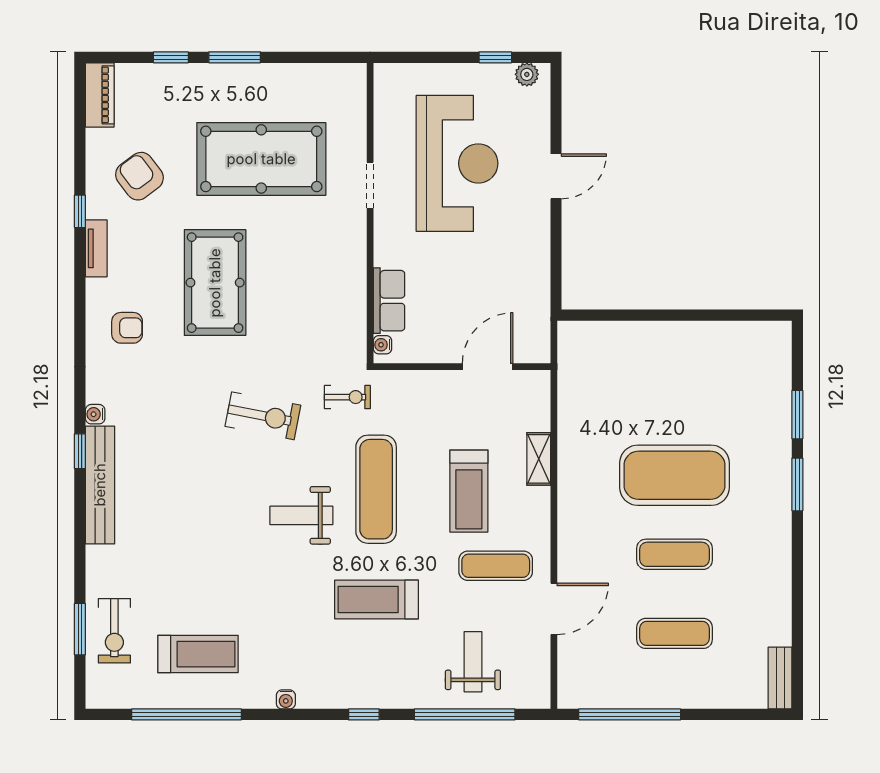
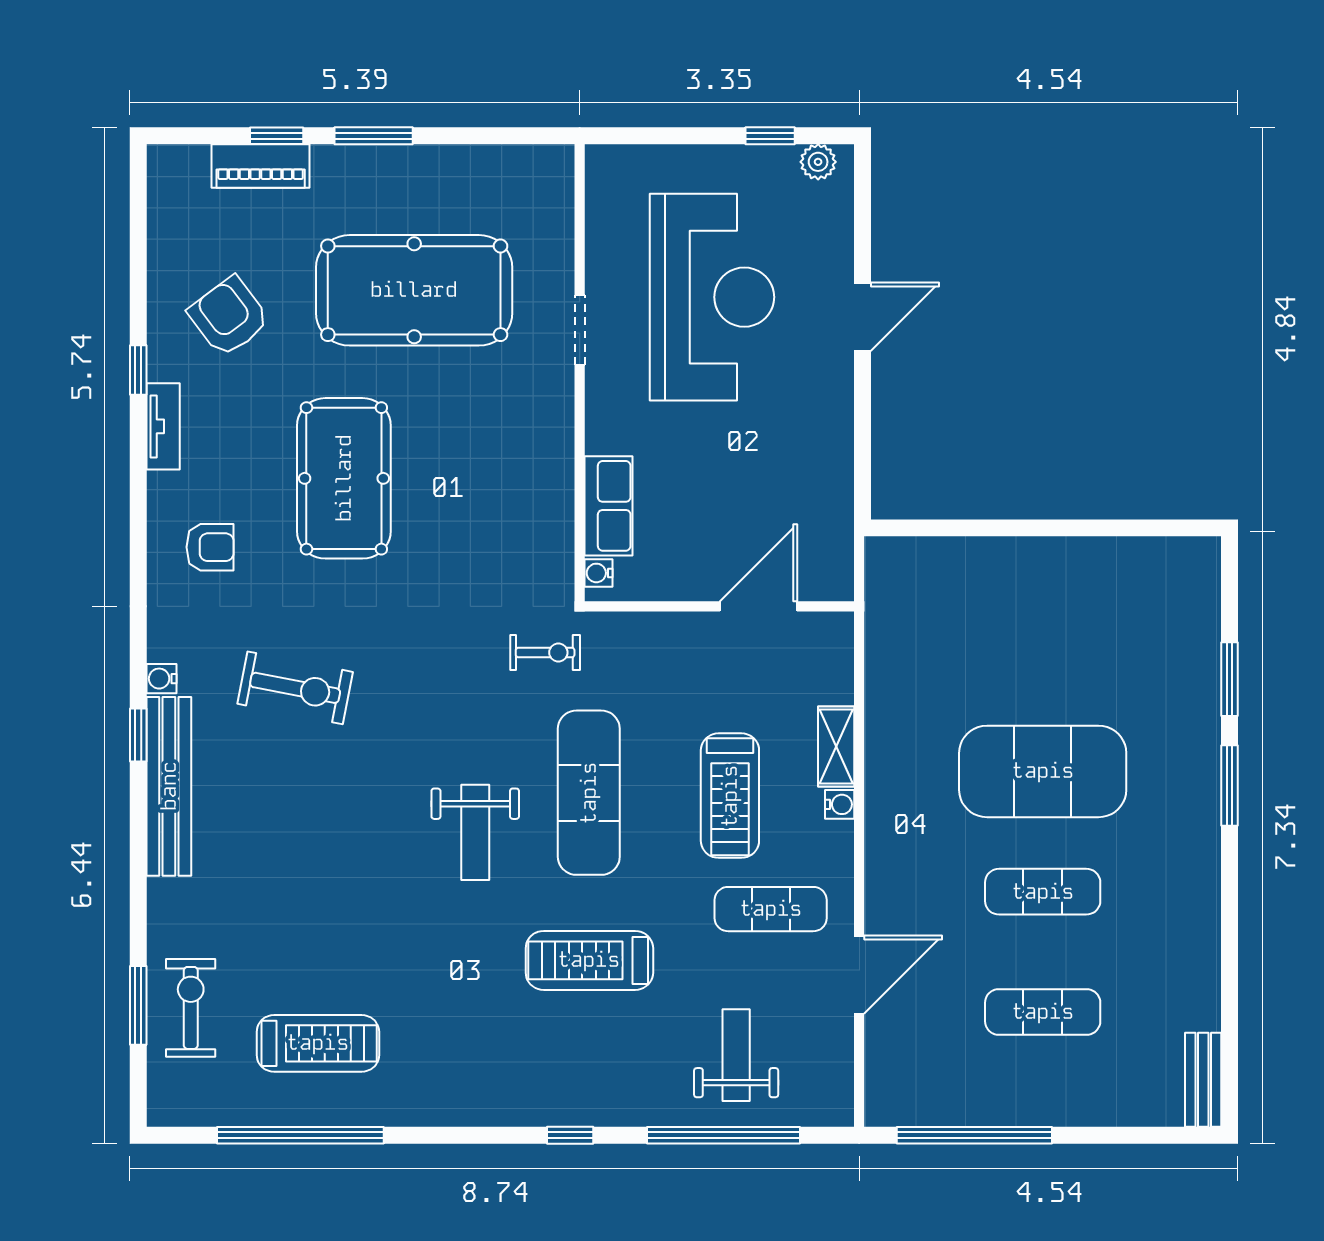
piano: (100, 95) -> (261, 166), moved, turned 90
exercise bike: (263, 416) -> (295, 688), moved
weight bench: (301, 515) -> (475, 832), turned -90
exercise bike: (114, 631) -> (191, 1008), turned 180
water cooler: (286, 699) -> (840, 804), moved, turned -90

